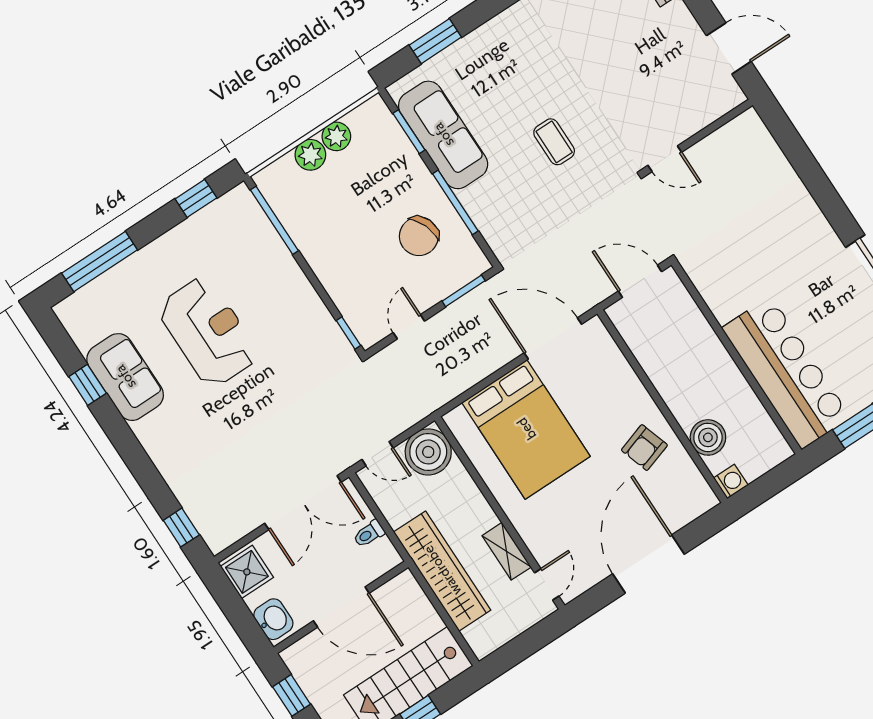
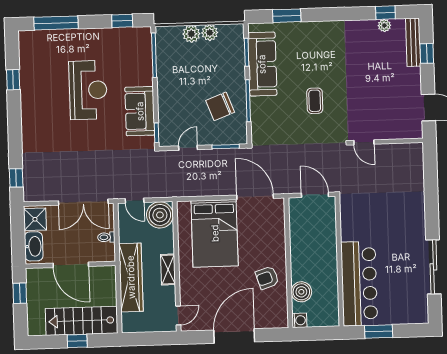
sofa: (125, 377) -> (140, 111), moved, turned 180
shelving: (507, 551) -> (168, 270), moved
washbasin: (273, 619) -> (34, 246), width x1.38

